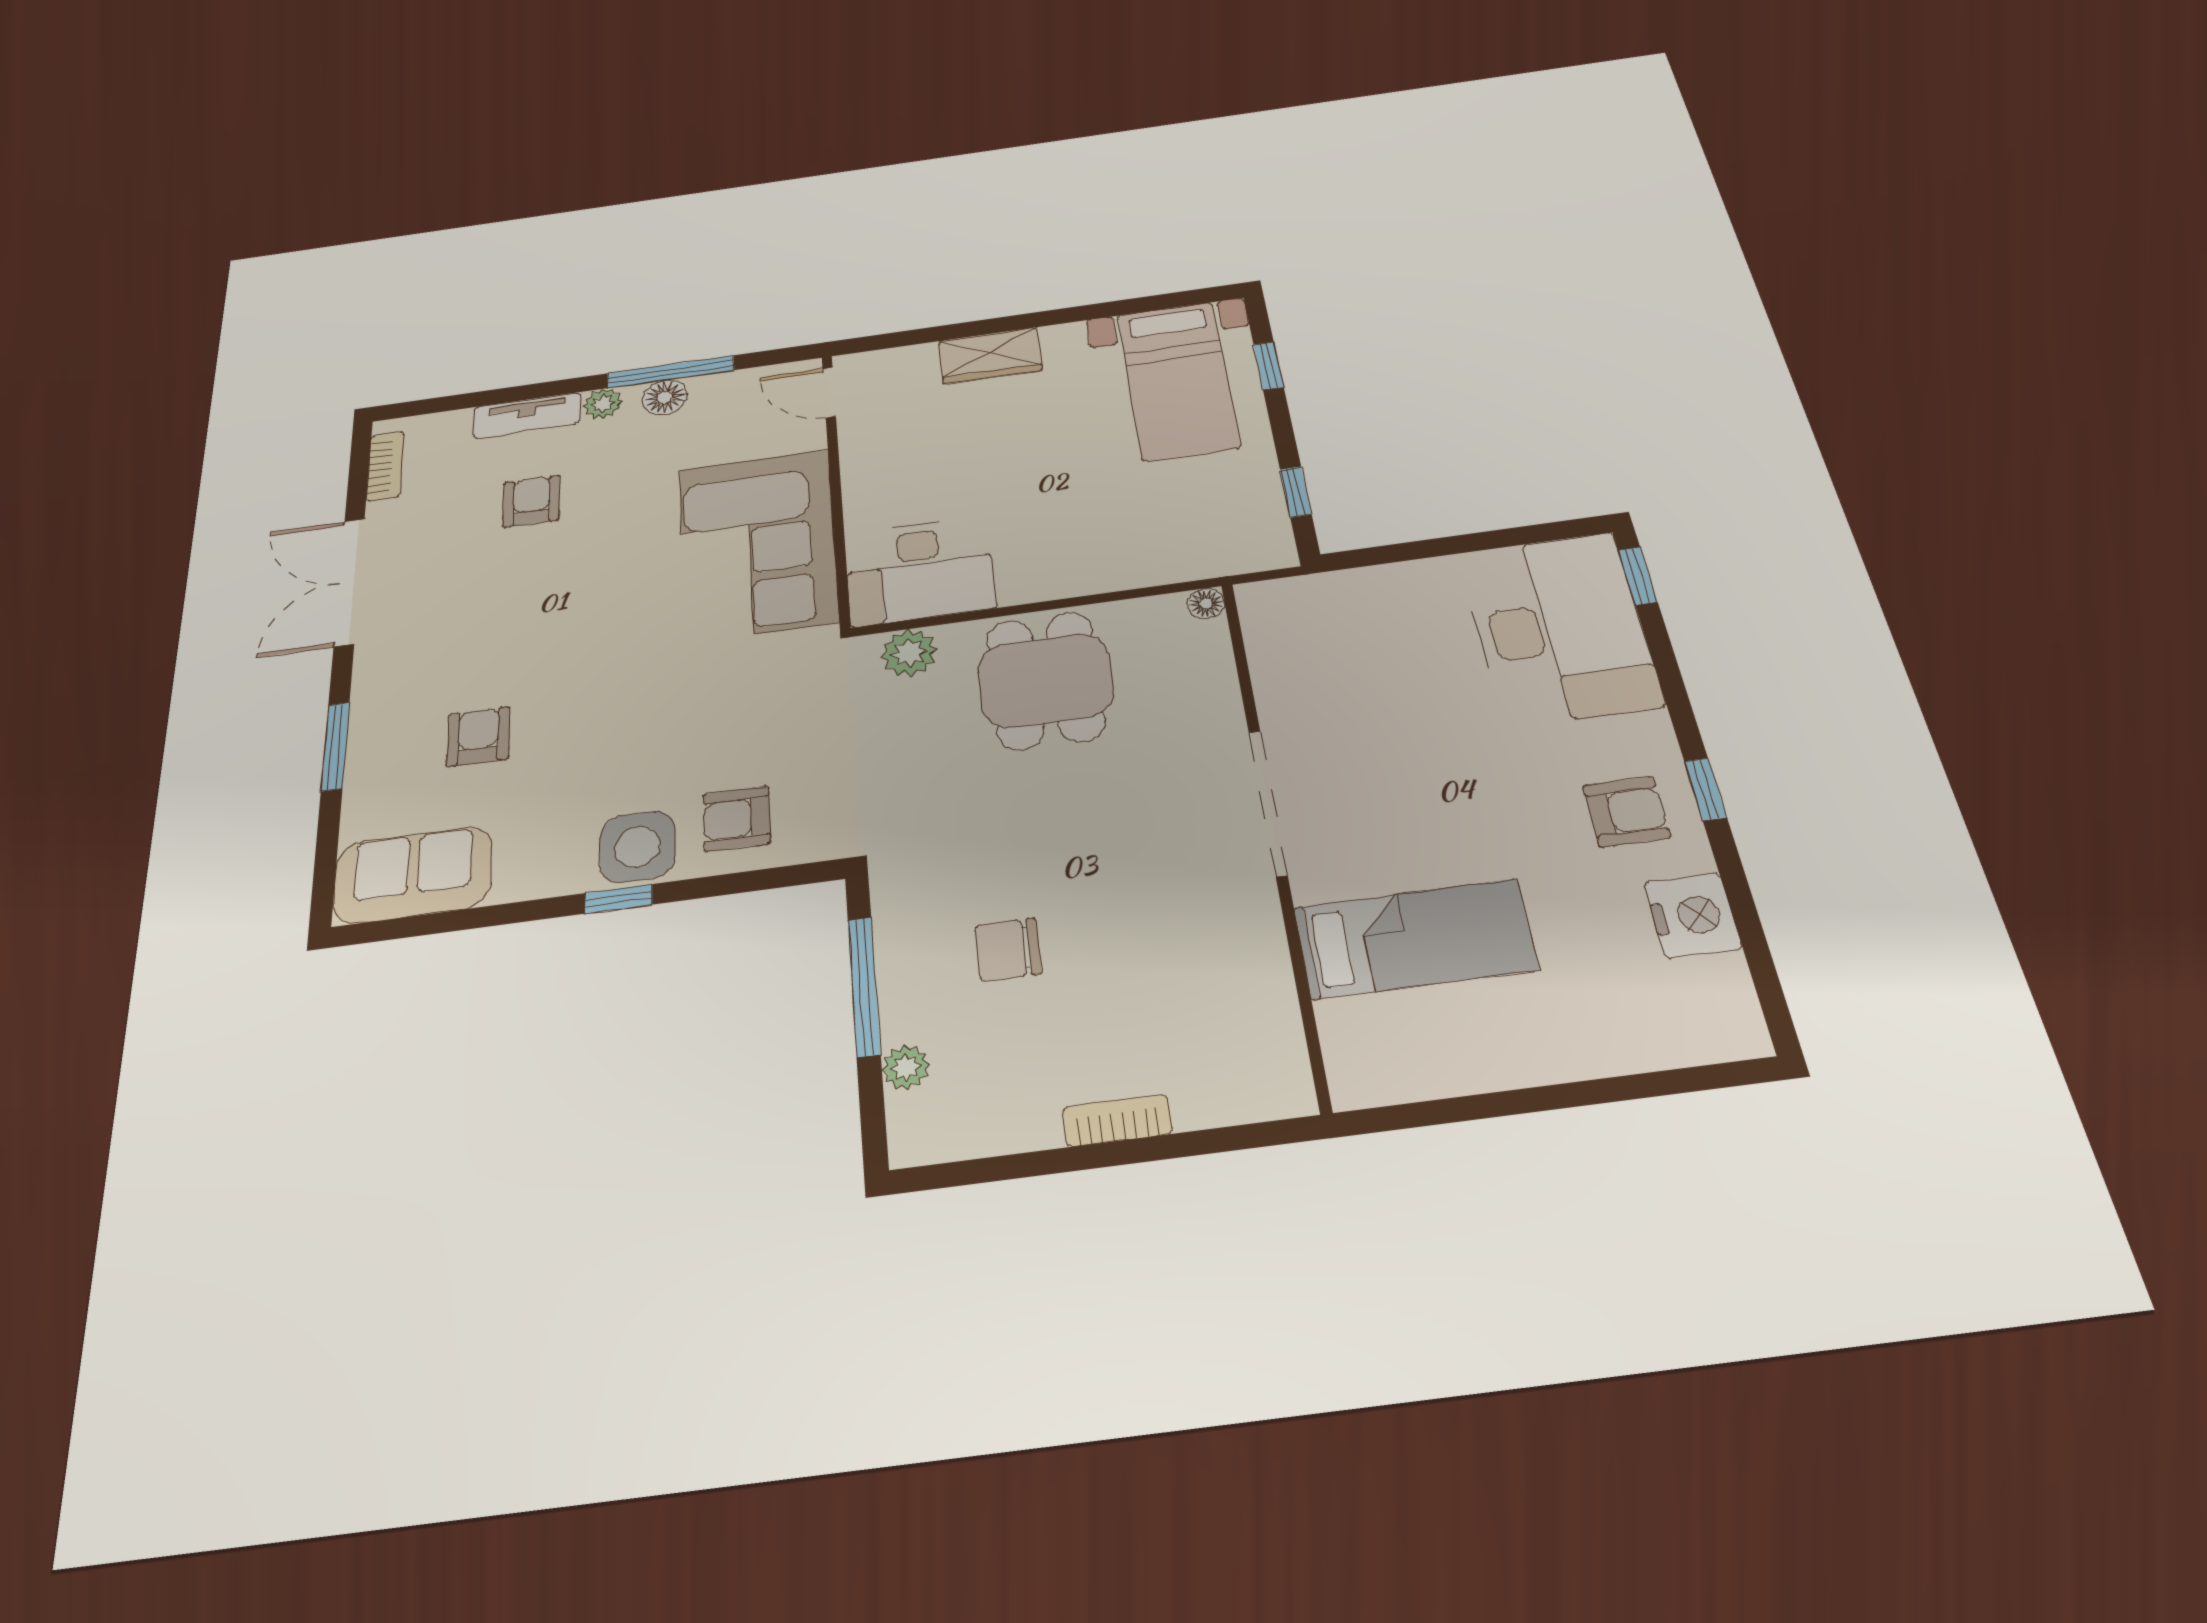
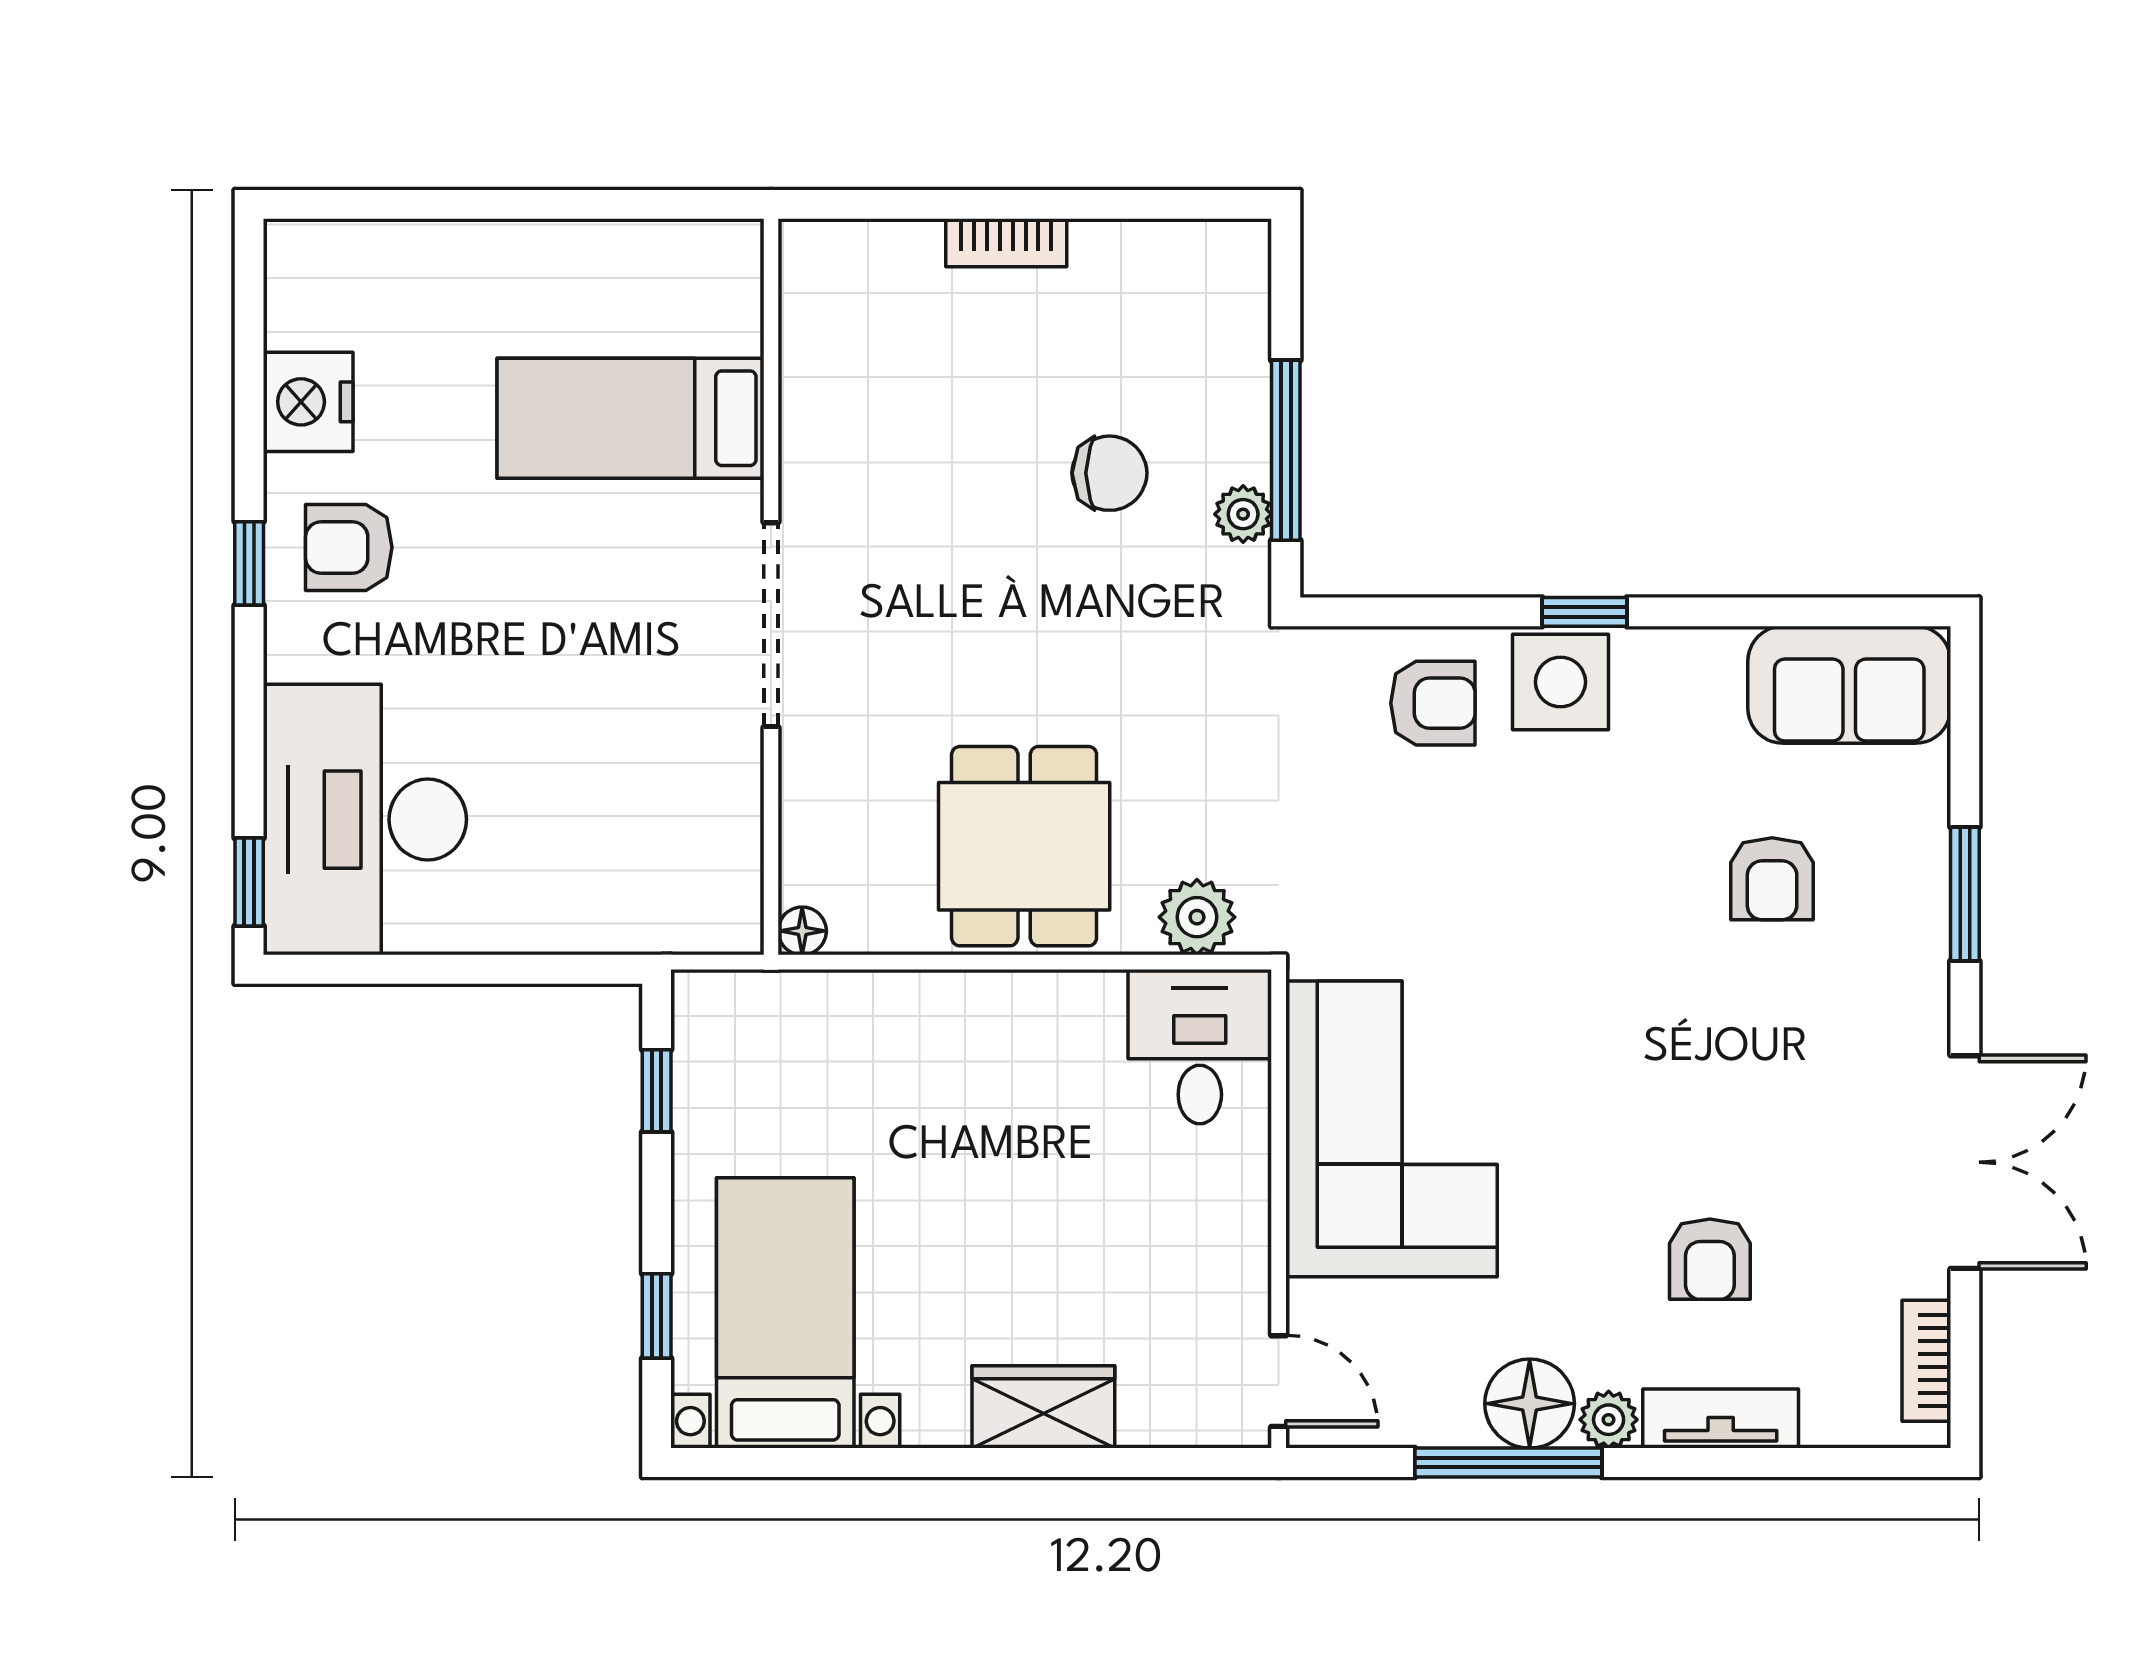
floor lamp: (665, 397) -> (1530, 1404), width x1.38, depth x1.38
desk: (920, 571) -> (1200, 1047), width x0.73
plant: (906, 1067) -> (1243, 514), moved

